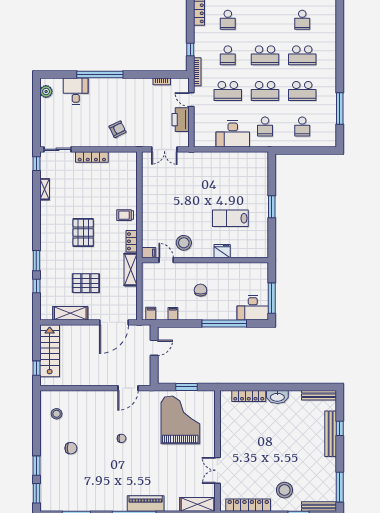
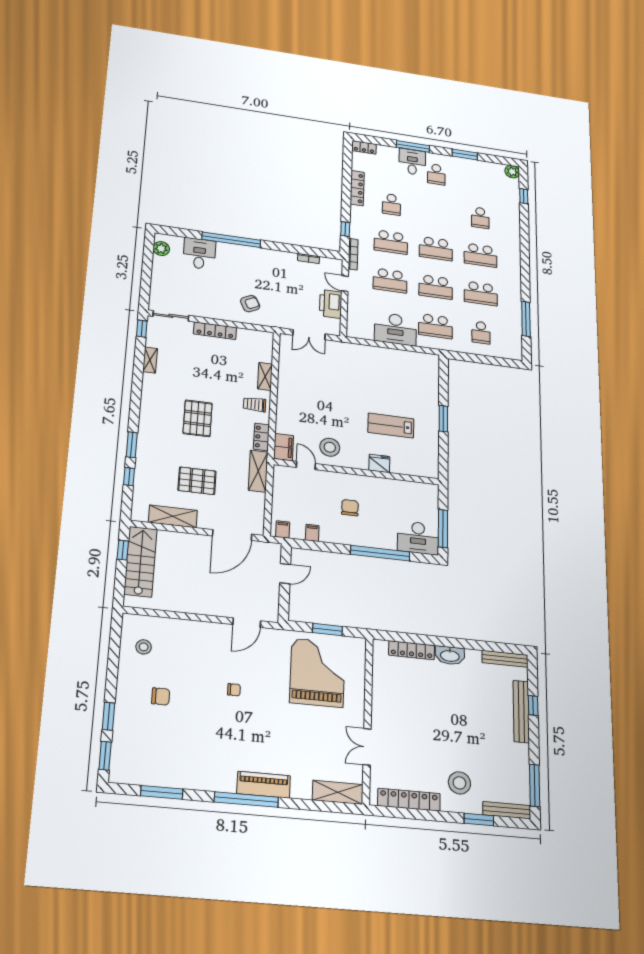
school desk: (228, 55) -> (391, 242), width x1.85
school desk: (265, 127) -> (435, 326), width x1.85
shelving: (132, 190) -> (265, 376), added
filing cabinet: (149, 253) -> (284, 447), width x2.00
window: (36, 368) -> (123, 550), moved

